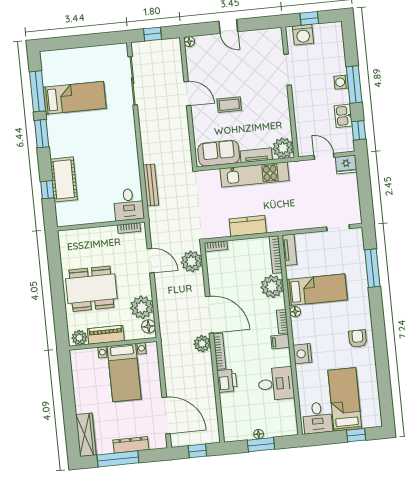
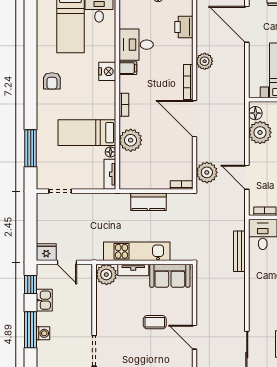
bookcase: (276, 254) -> (124, 171), removed
floor lamp: (295, 312) -> (110, 152), moved
filing cabinet: (280, 342) -> (128, 68), moved
plant: (202, 344) -> (205, 61), moved
printer: (227, 381) -> (184, 27), moved

